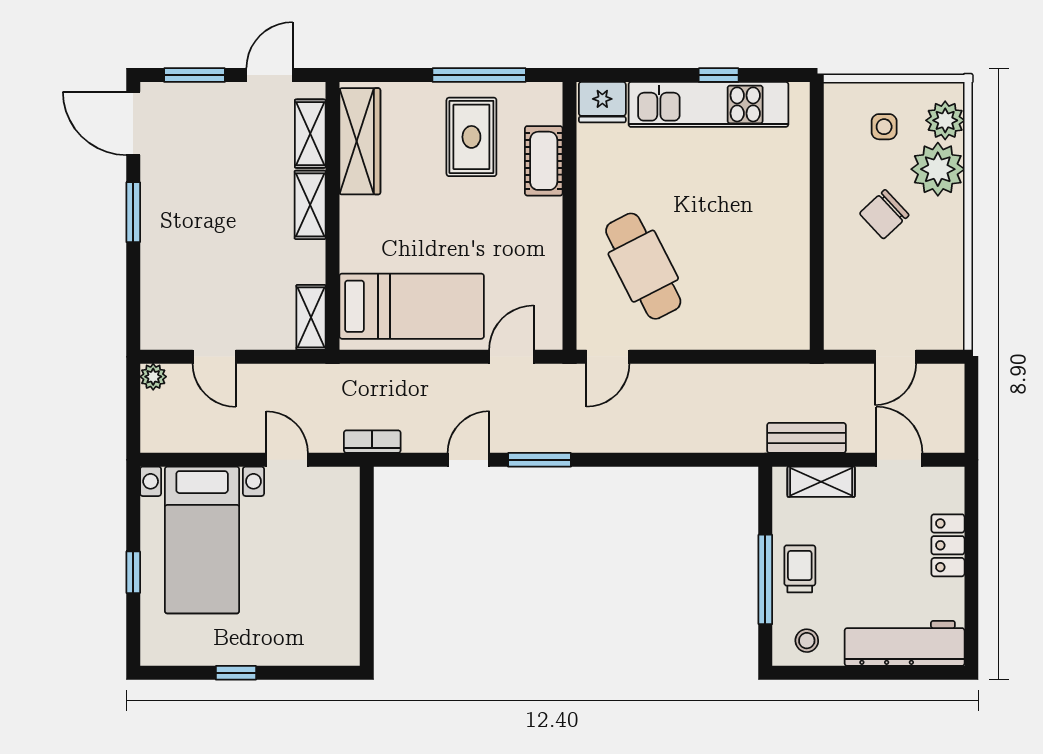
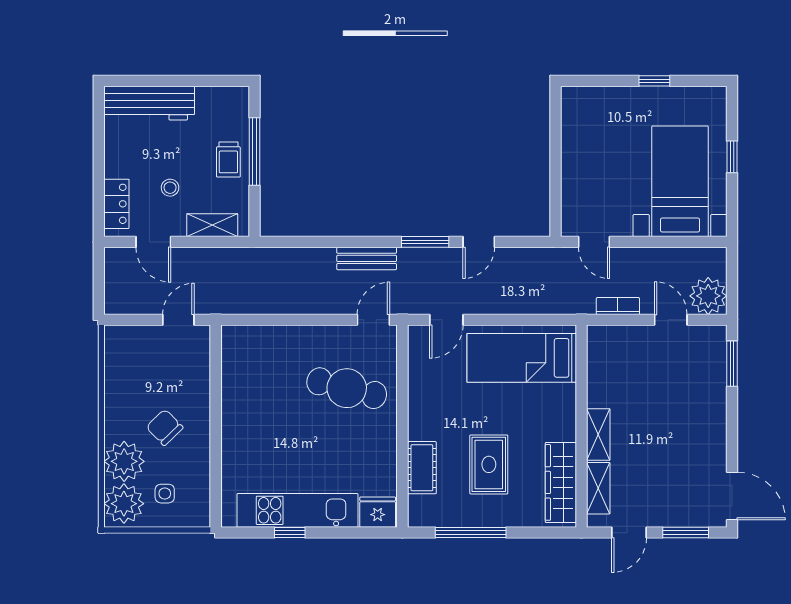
plant: (945, 120) -> (124, 504), width x1.36, depth x1.36
rug: (471, 137) -> (489, 464), moved
window: (133, 212) -> (732, 364), moved
chair: (884, 214) -> (165, 427), turned -91
cafe table: (643, 266) -> (347, 388), turned -49
shelving: (311, 317) -> (598, 349), removed
door: (895, 357) -> (178, 320), moved
plant: (153, 377) -> (708, 296), width x1.88, depth x1.88
bench: (806, 438) -> (367, 258), moved
bookcase: (372, 442) -> (618, 306), moved, turned 180
door: (287, 460) -> (594, 242), moved
locker: (948, 545) -> (116, 204), moved
stool: (807, 641) -> (170, 188), moved

